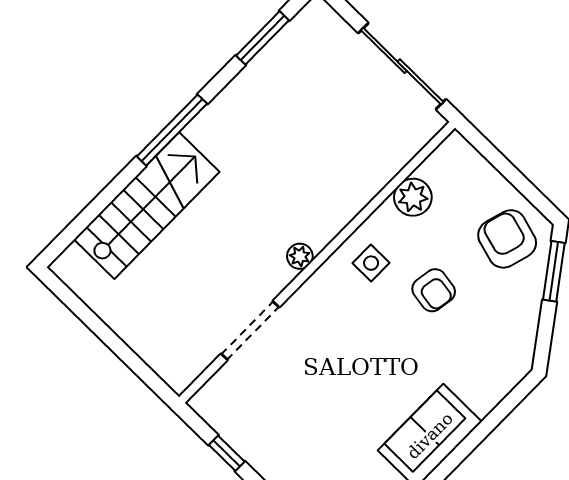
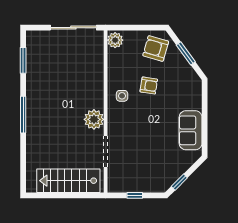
plant: (413, 197) -> (115, 40), moved
stairs: (147, 206) -> (68, 181), moved, turned -90
plant: (300, 256) -> (94, 119), width x1.87, depth x1.87
window: (554, 271) -> (186, 53), moved

